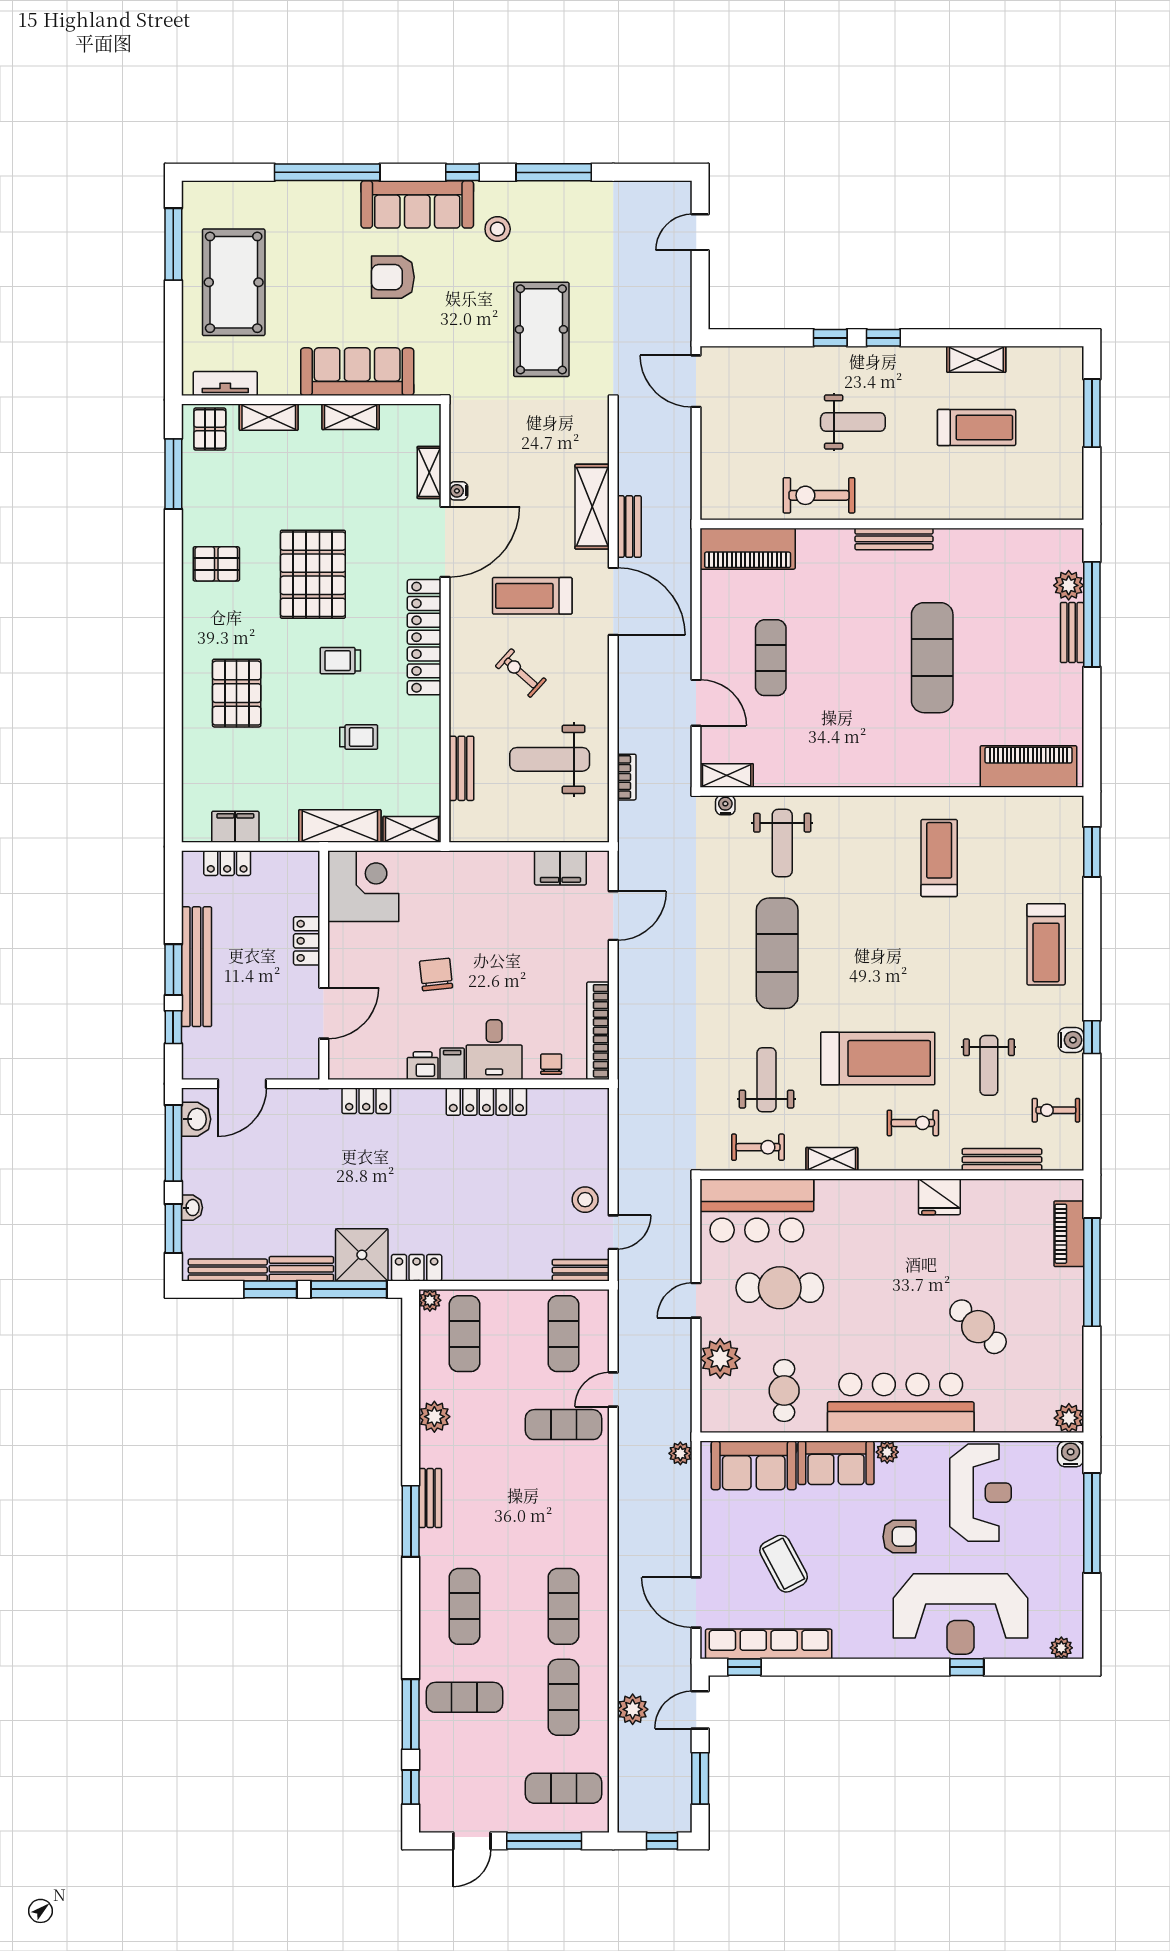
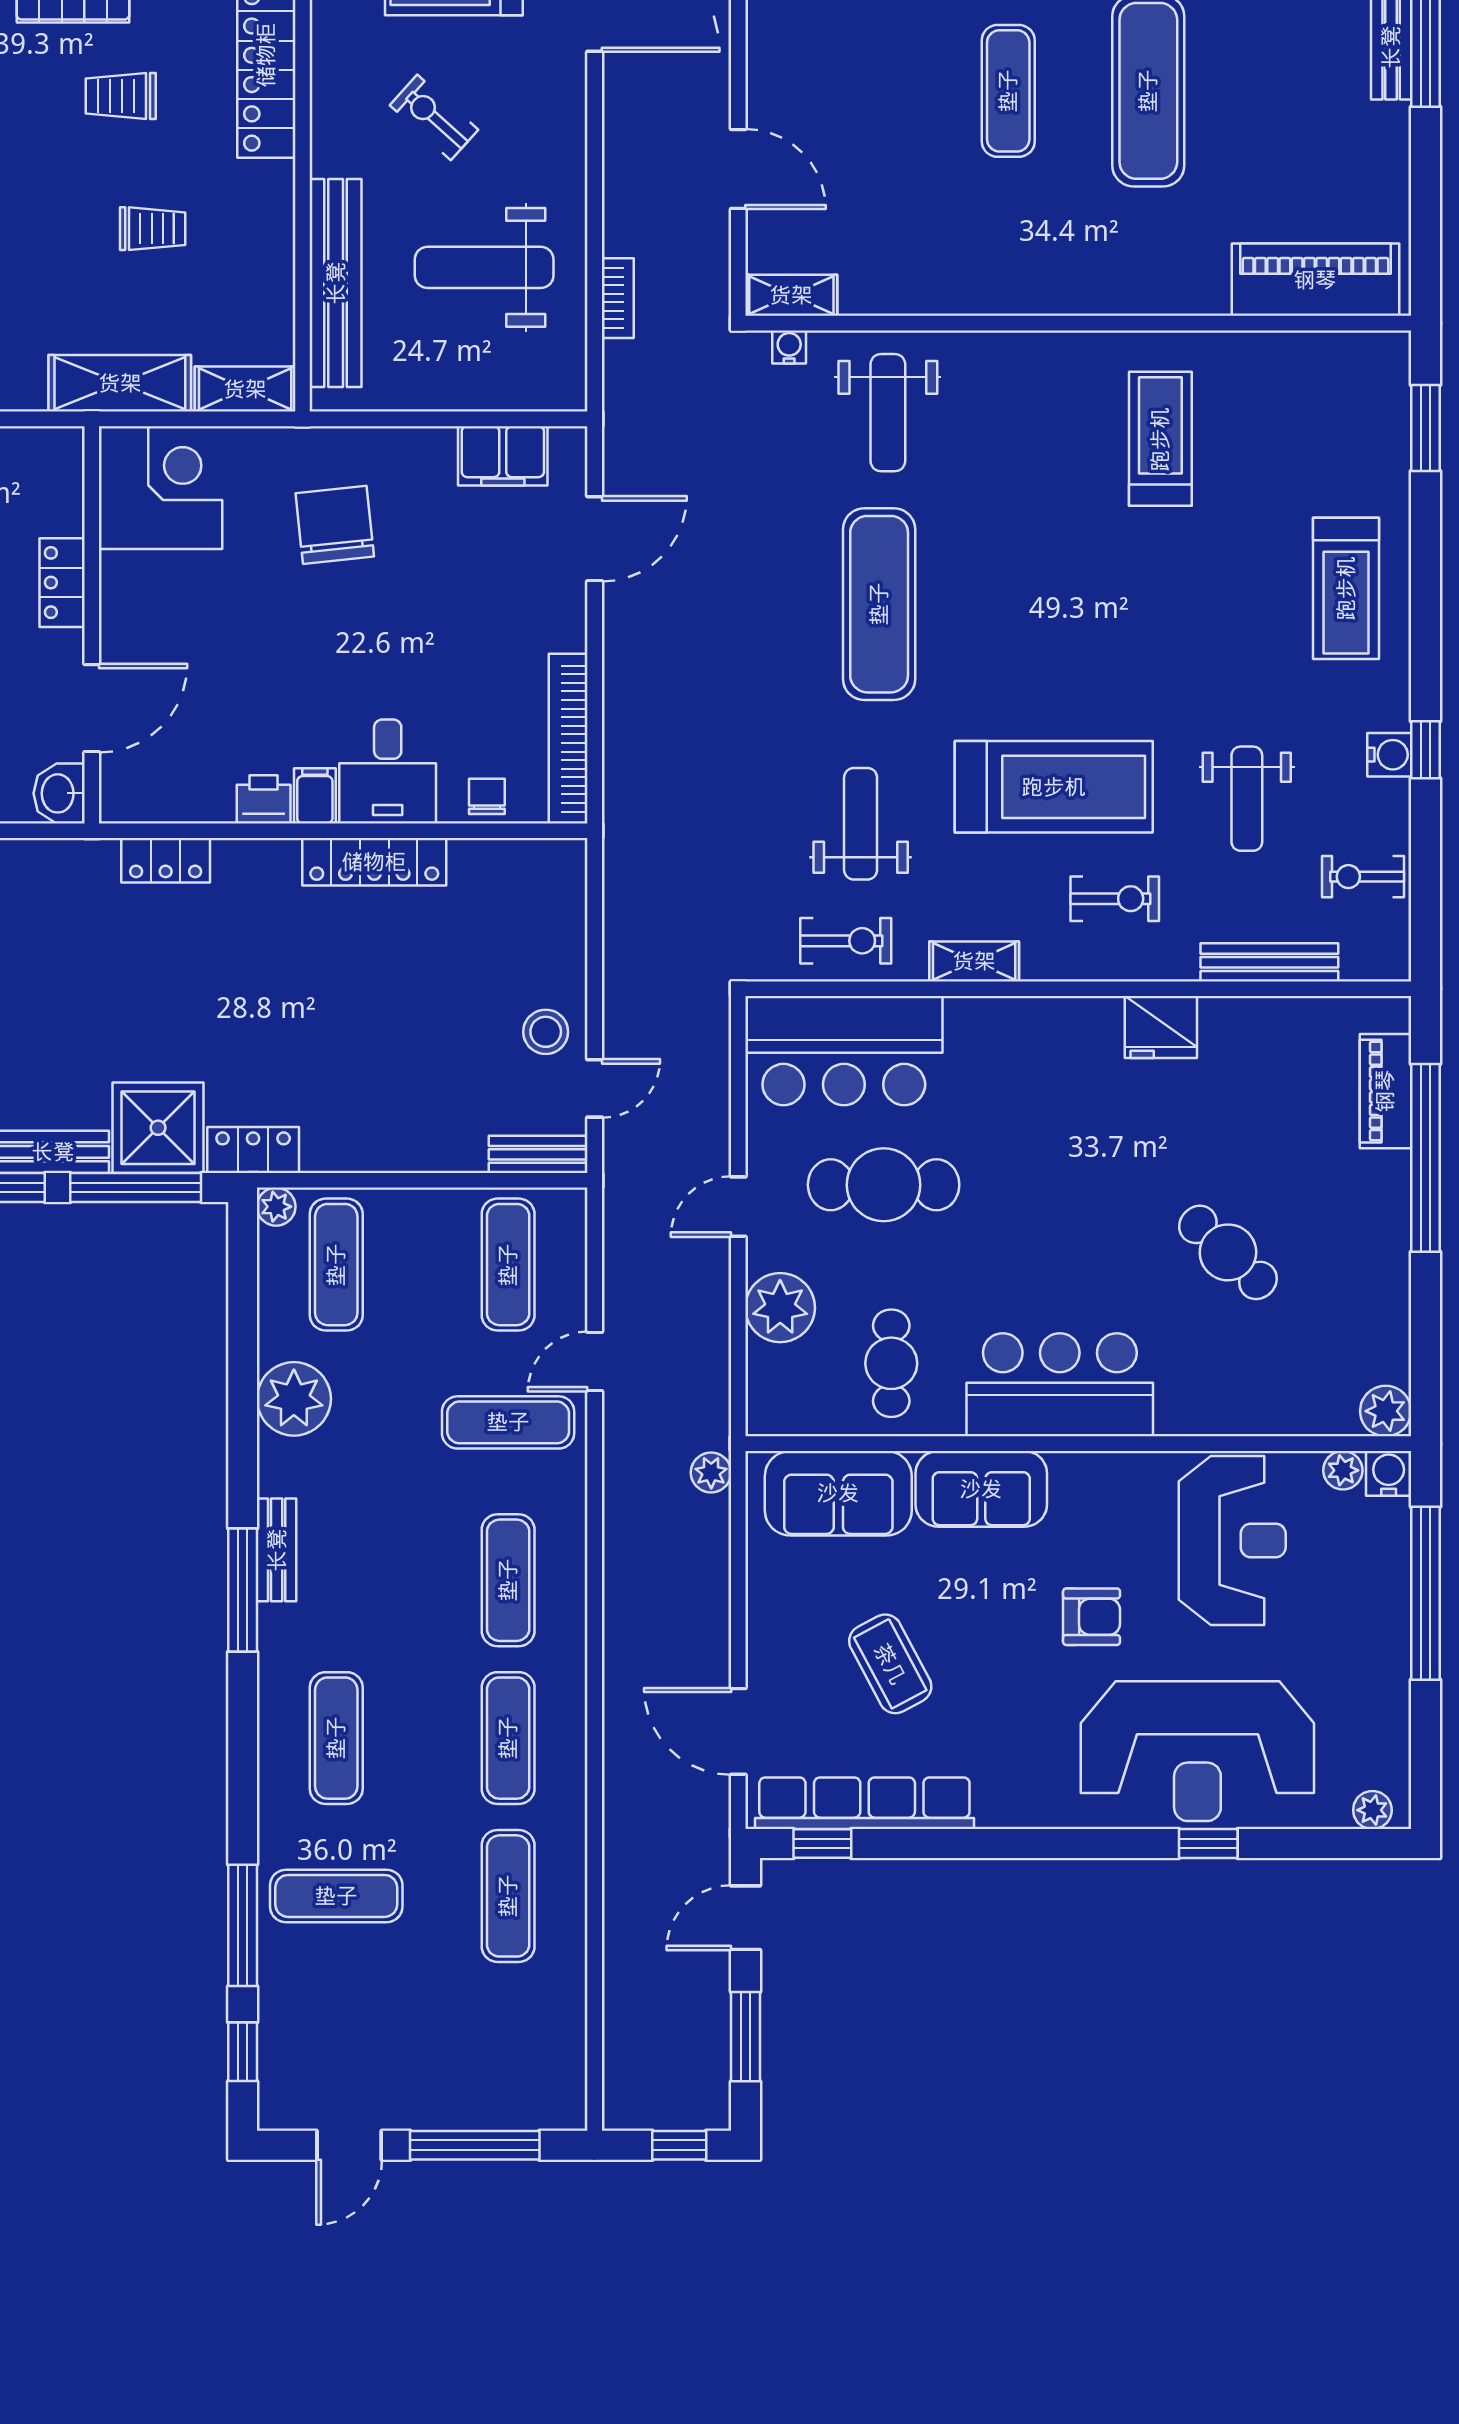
exercise mat: (771, 658) -> (1008, 91), moved
bench: (461, 768) -> (336, 283), width x1.86, depth x1.21
chair: (436, 974) -> (335, 525), moved, width x1.37, depth x1.37
washbasin: (305, 1062) -> (59, 793), added
bar counter: (901, 1403) -> (1060, 1385), width x0.73
plant: (434, 1417) -> (294, 1399), width x1.36, depth x1.36
plant: (887, 1452) -> (1343, 1470), moved
plant: (633, 1709) -> (628, 1917), removed
exercise mat: (563, 1788) -> (508, 1580), moved, turned 90

